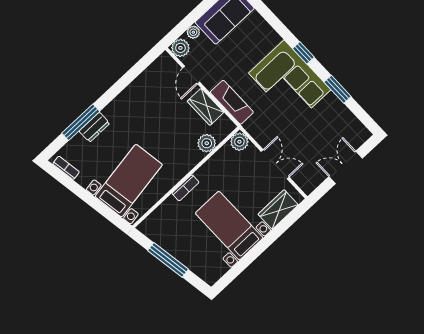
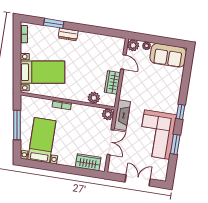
door: (191, 75) -> (123, 62), swing flipped
corner sofa: (290, 81) -> (157, 135), moved
fireplace: (232, 102) -> (122, 115), moved
window: (81, 122) -> (54, 23), width x0.69
dresser: (94, 127) -> (68, 34), moved
bed with nightstands: (229, 226) -> (42, 140), moved

